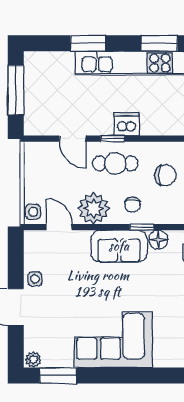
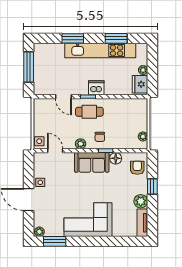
chair: (165, 175) -> (120, 119), removed
plant: (94, 208) -> (81, 144), width x0.53, depth x0.53

